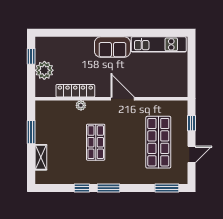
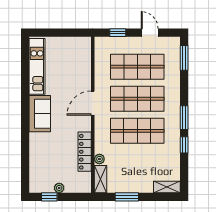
plant: (44, 70) -> (59, 188), width x0.53, depth x0.53
plant: (81, 105) -> (99, 159), moved
shelving: (49, 106) -> (101, 179), added
shop shelf: (96, 142) -> (137, 131), width x1.43, depth x1.36
shop shelf: (127, 142) -> (137, 99), added
shelving: (41, 157) -> (167, 187), moved

